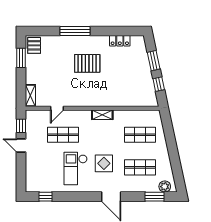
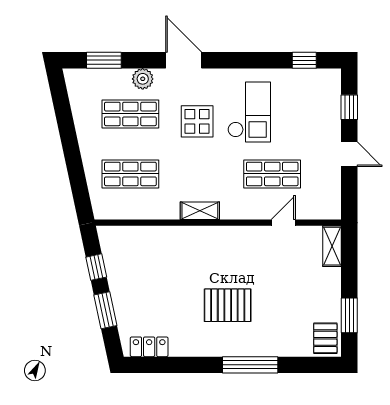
locker: (120, 41) -> (149, 347), moved
window: (21, 126) -> (349, 107), moved
plant: (165, 187) -> (143, 79), moved

